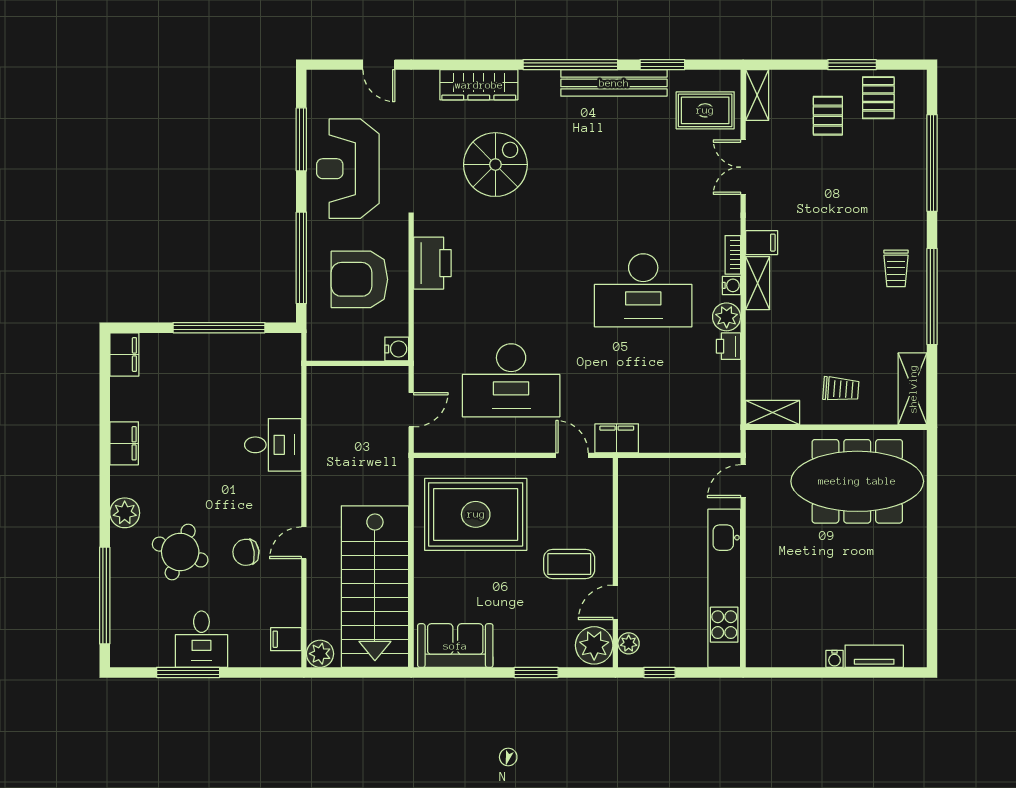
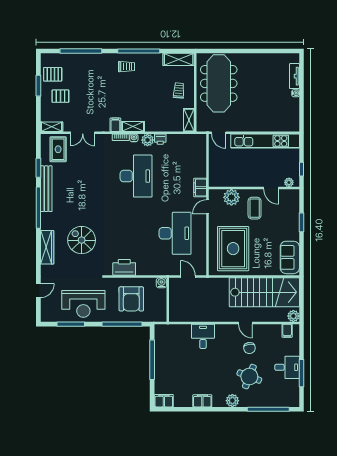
plant: (594, 645) -> (231, 197), moved

